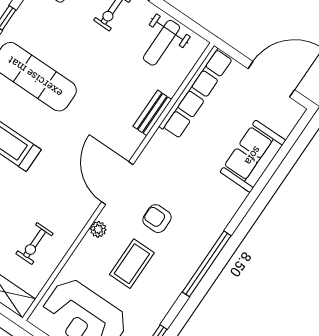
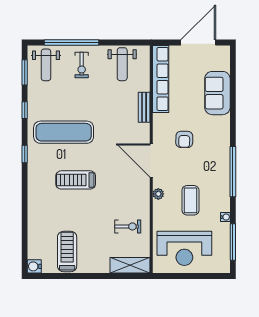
armchair: (157, 219) -> (184, 139), moved, turned -89
exercise bike: (34, 244) -> (128, 226), turned -90
water cooler: (160, 313) -> (225, 217), added

